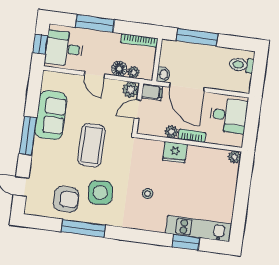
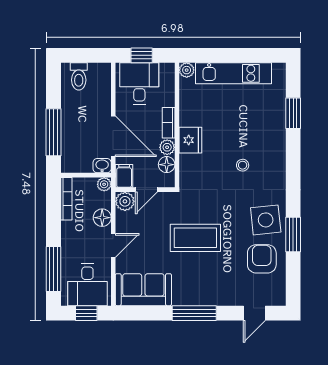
window: (95, 23) -> (54, 269), moved
plant: (134, 72) -> (104, 184), moved
door: (187, 87) -> (113, 136), hinge flipped
door: (138, 109) -> (146, 190), hinge flipped
sofa: (51, 115) -> (143, 290), moved
window: (252, 121) -> (142, 55), added
floor lamp: (157, 129) -> (167, 165), added
side table: (100, 193) -> (266, 220), moved
window: (83, 228) -> (293, 234), width x0.69
kitchen unit: (199, 229) -> (233, 73), moved, turned -90

